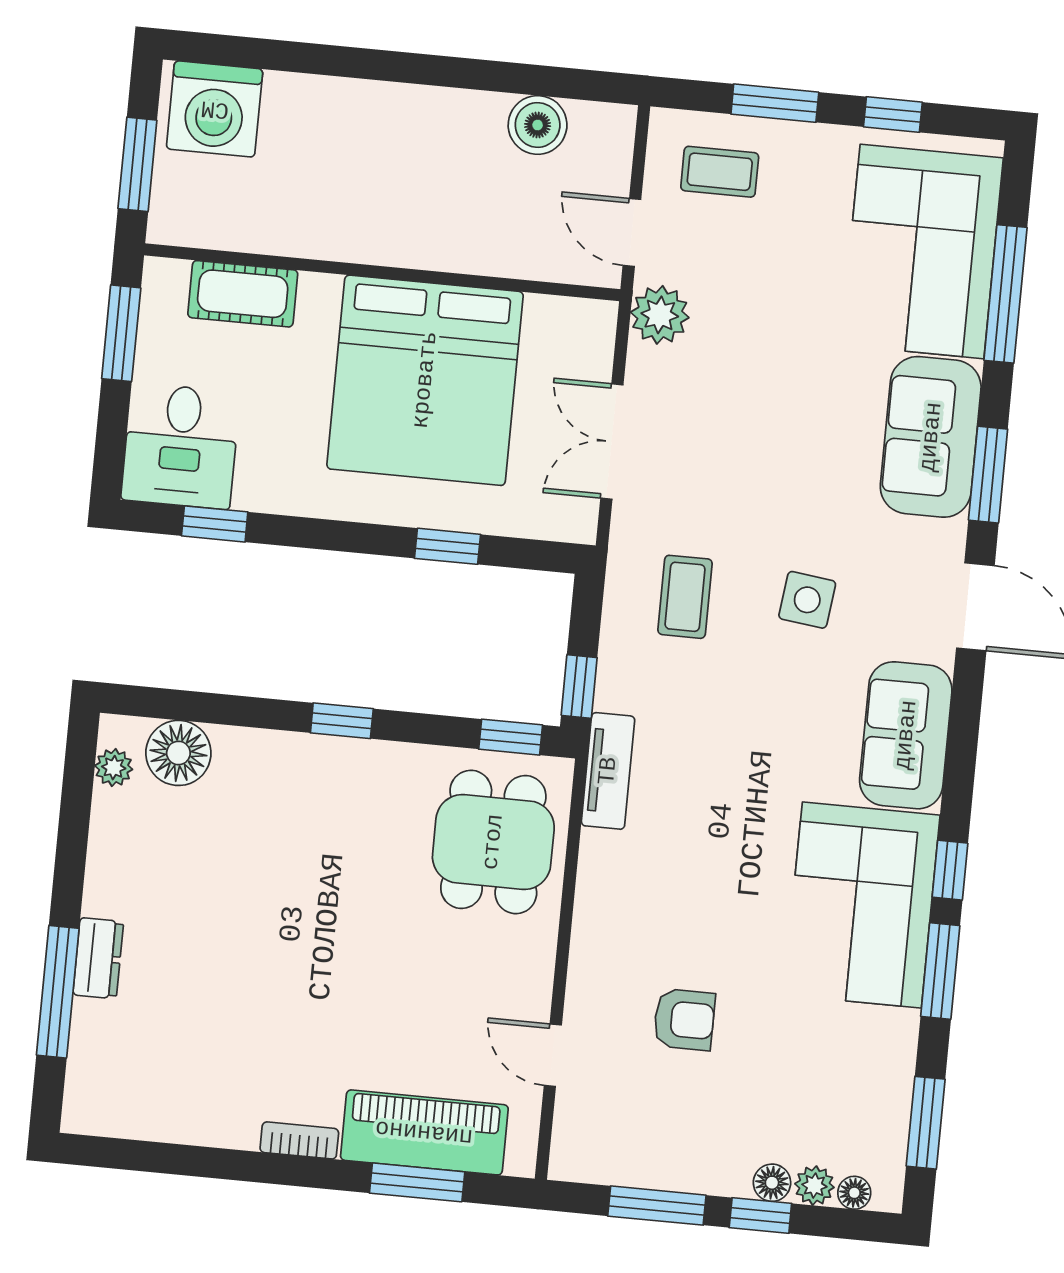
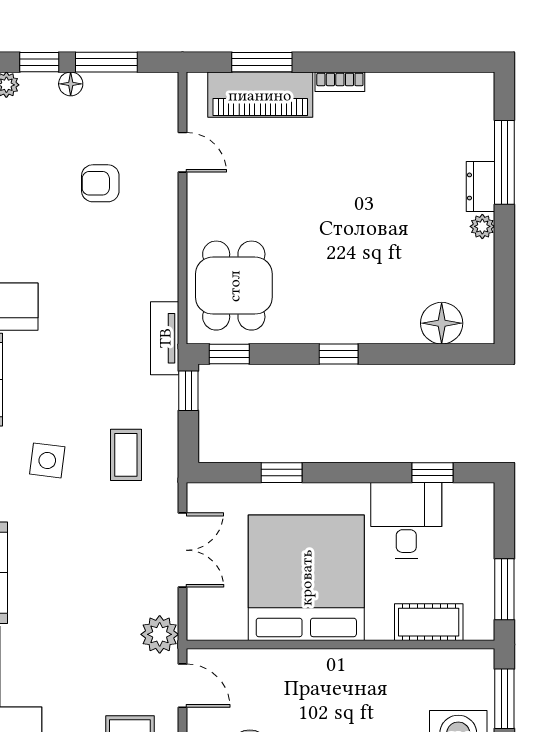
desk: (181, 446) -> (406, 520), moved
plant: (114, 768) -> (482, 226), moved
floor lamp: (772, 1183) -> (71, 84), moved

